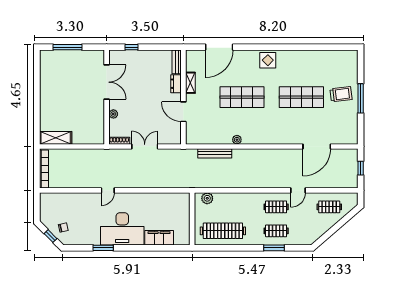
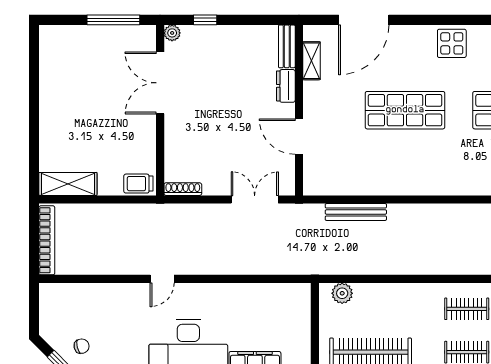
window: (68, 47) -> (113, 20), moved
double door: (107, 82) -> (160, 83), swing flipped
shelving: (190, 83) -> (312, 61), moved
plant: (113, 114) -> (172, 33), moved
trolley: (95, 138) -> (138, 184), added
plant: (237, 140) -> (396, 187), removed
double door: (145, 146) -> (255, 199), moved

